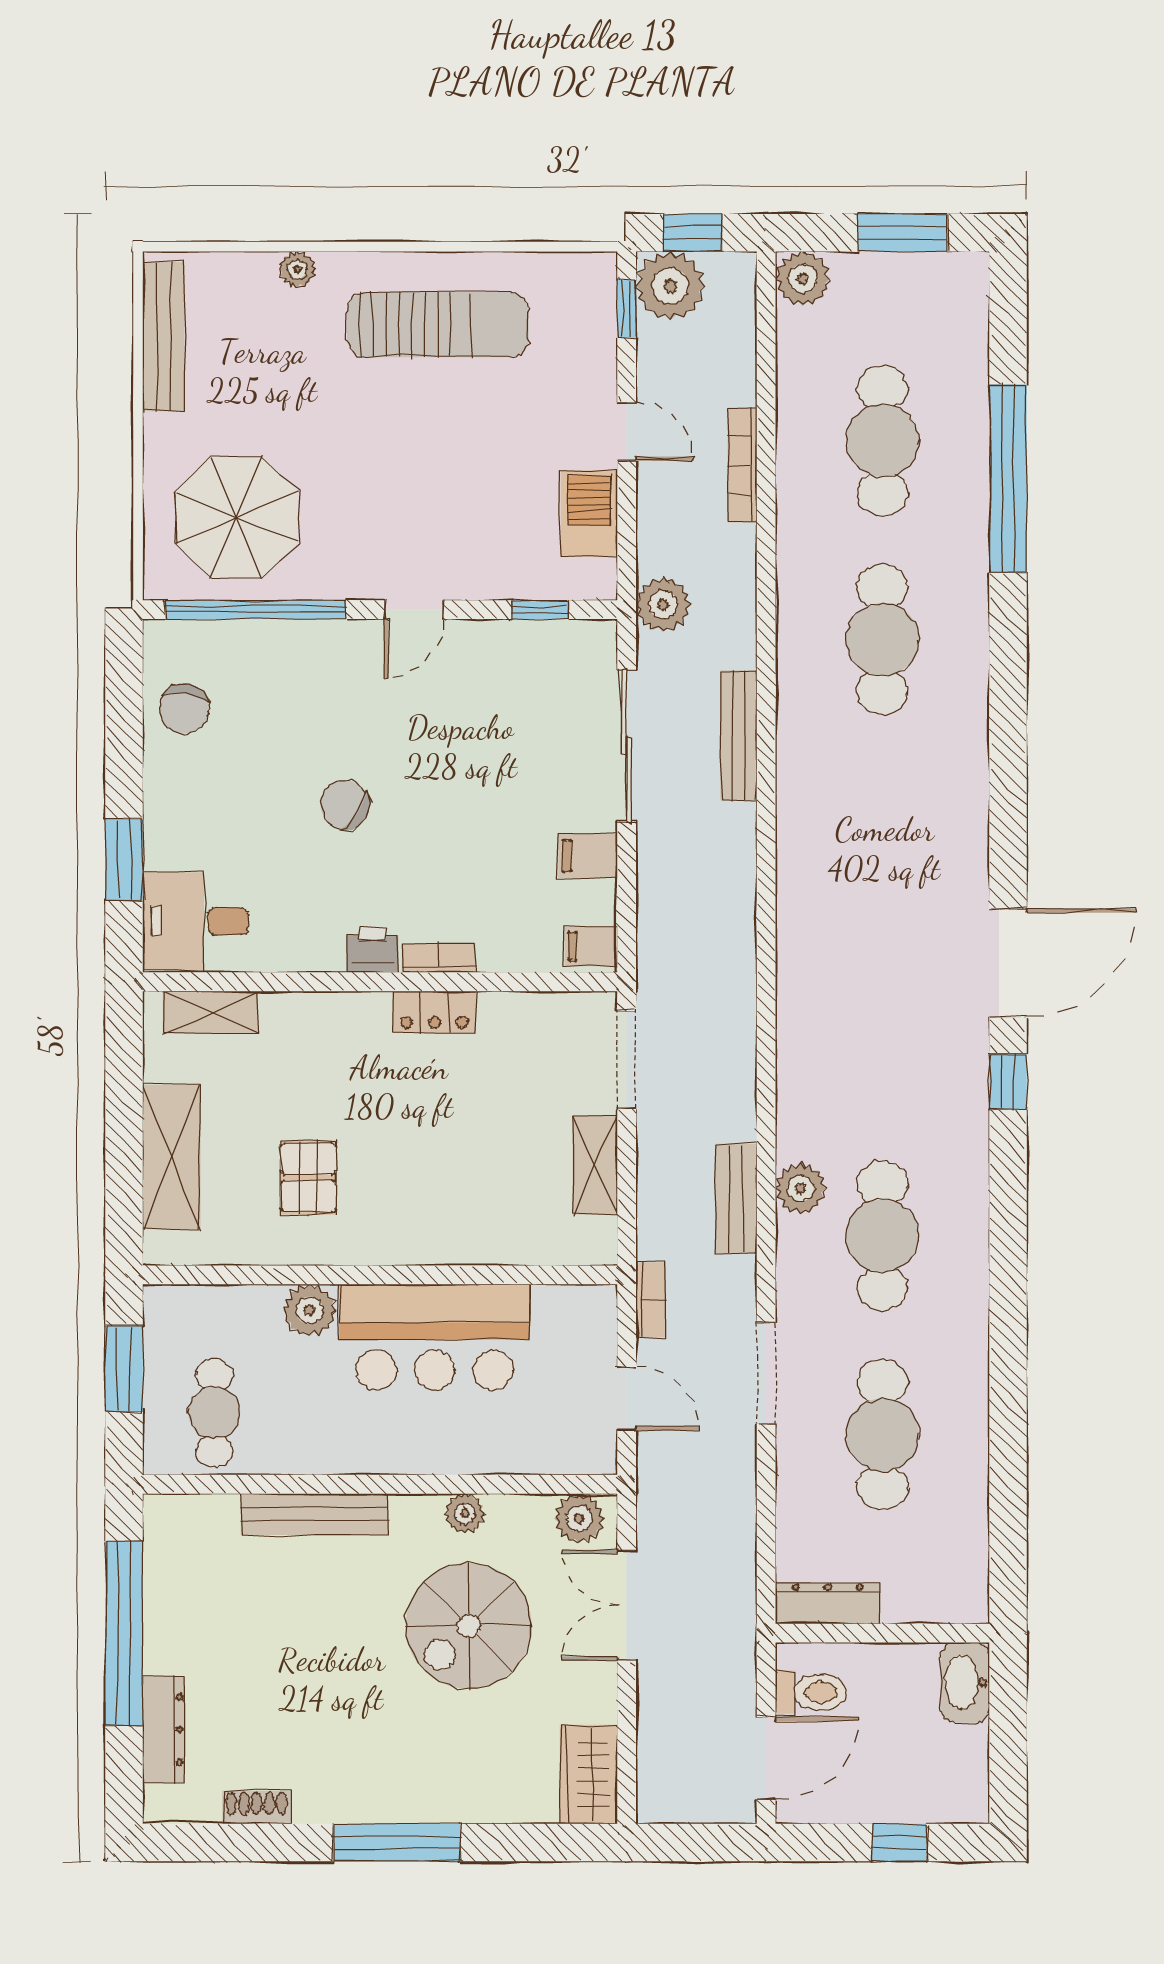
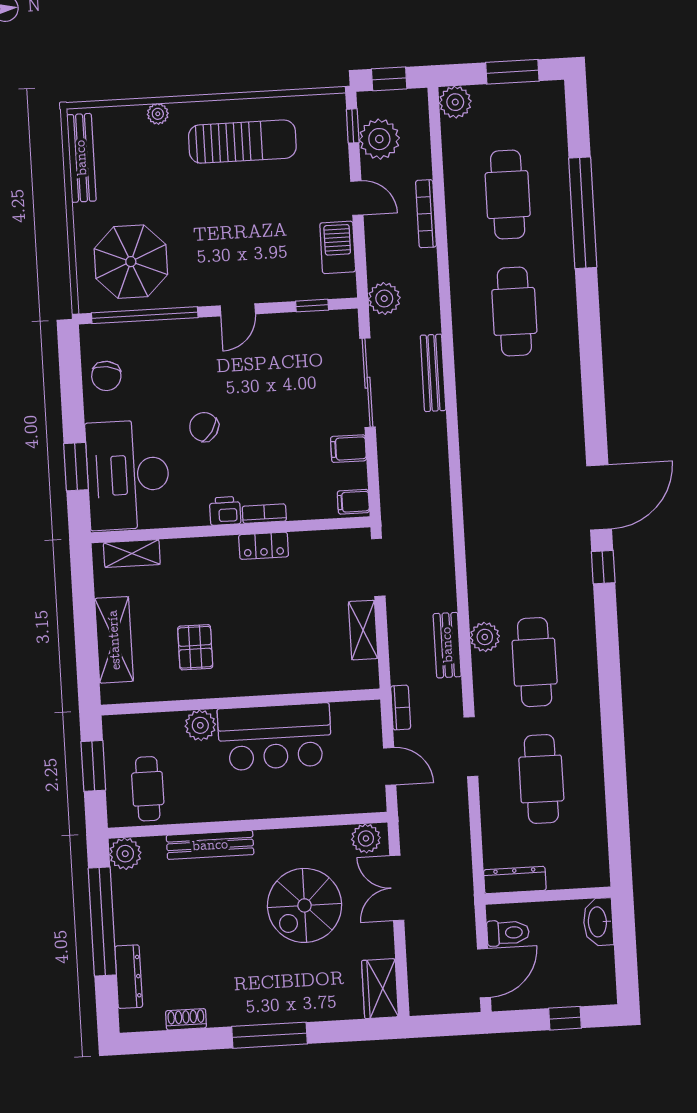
plant: (670, 286) -> (379, 139), moved
desk: (195, 921) -> (128, 475), width x1.87, depth x1.30
plant: (465, 1513) -> (125, 854), moved, width x1.38, depth x1.38

